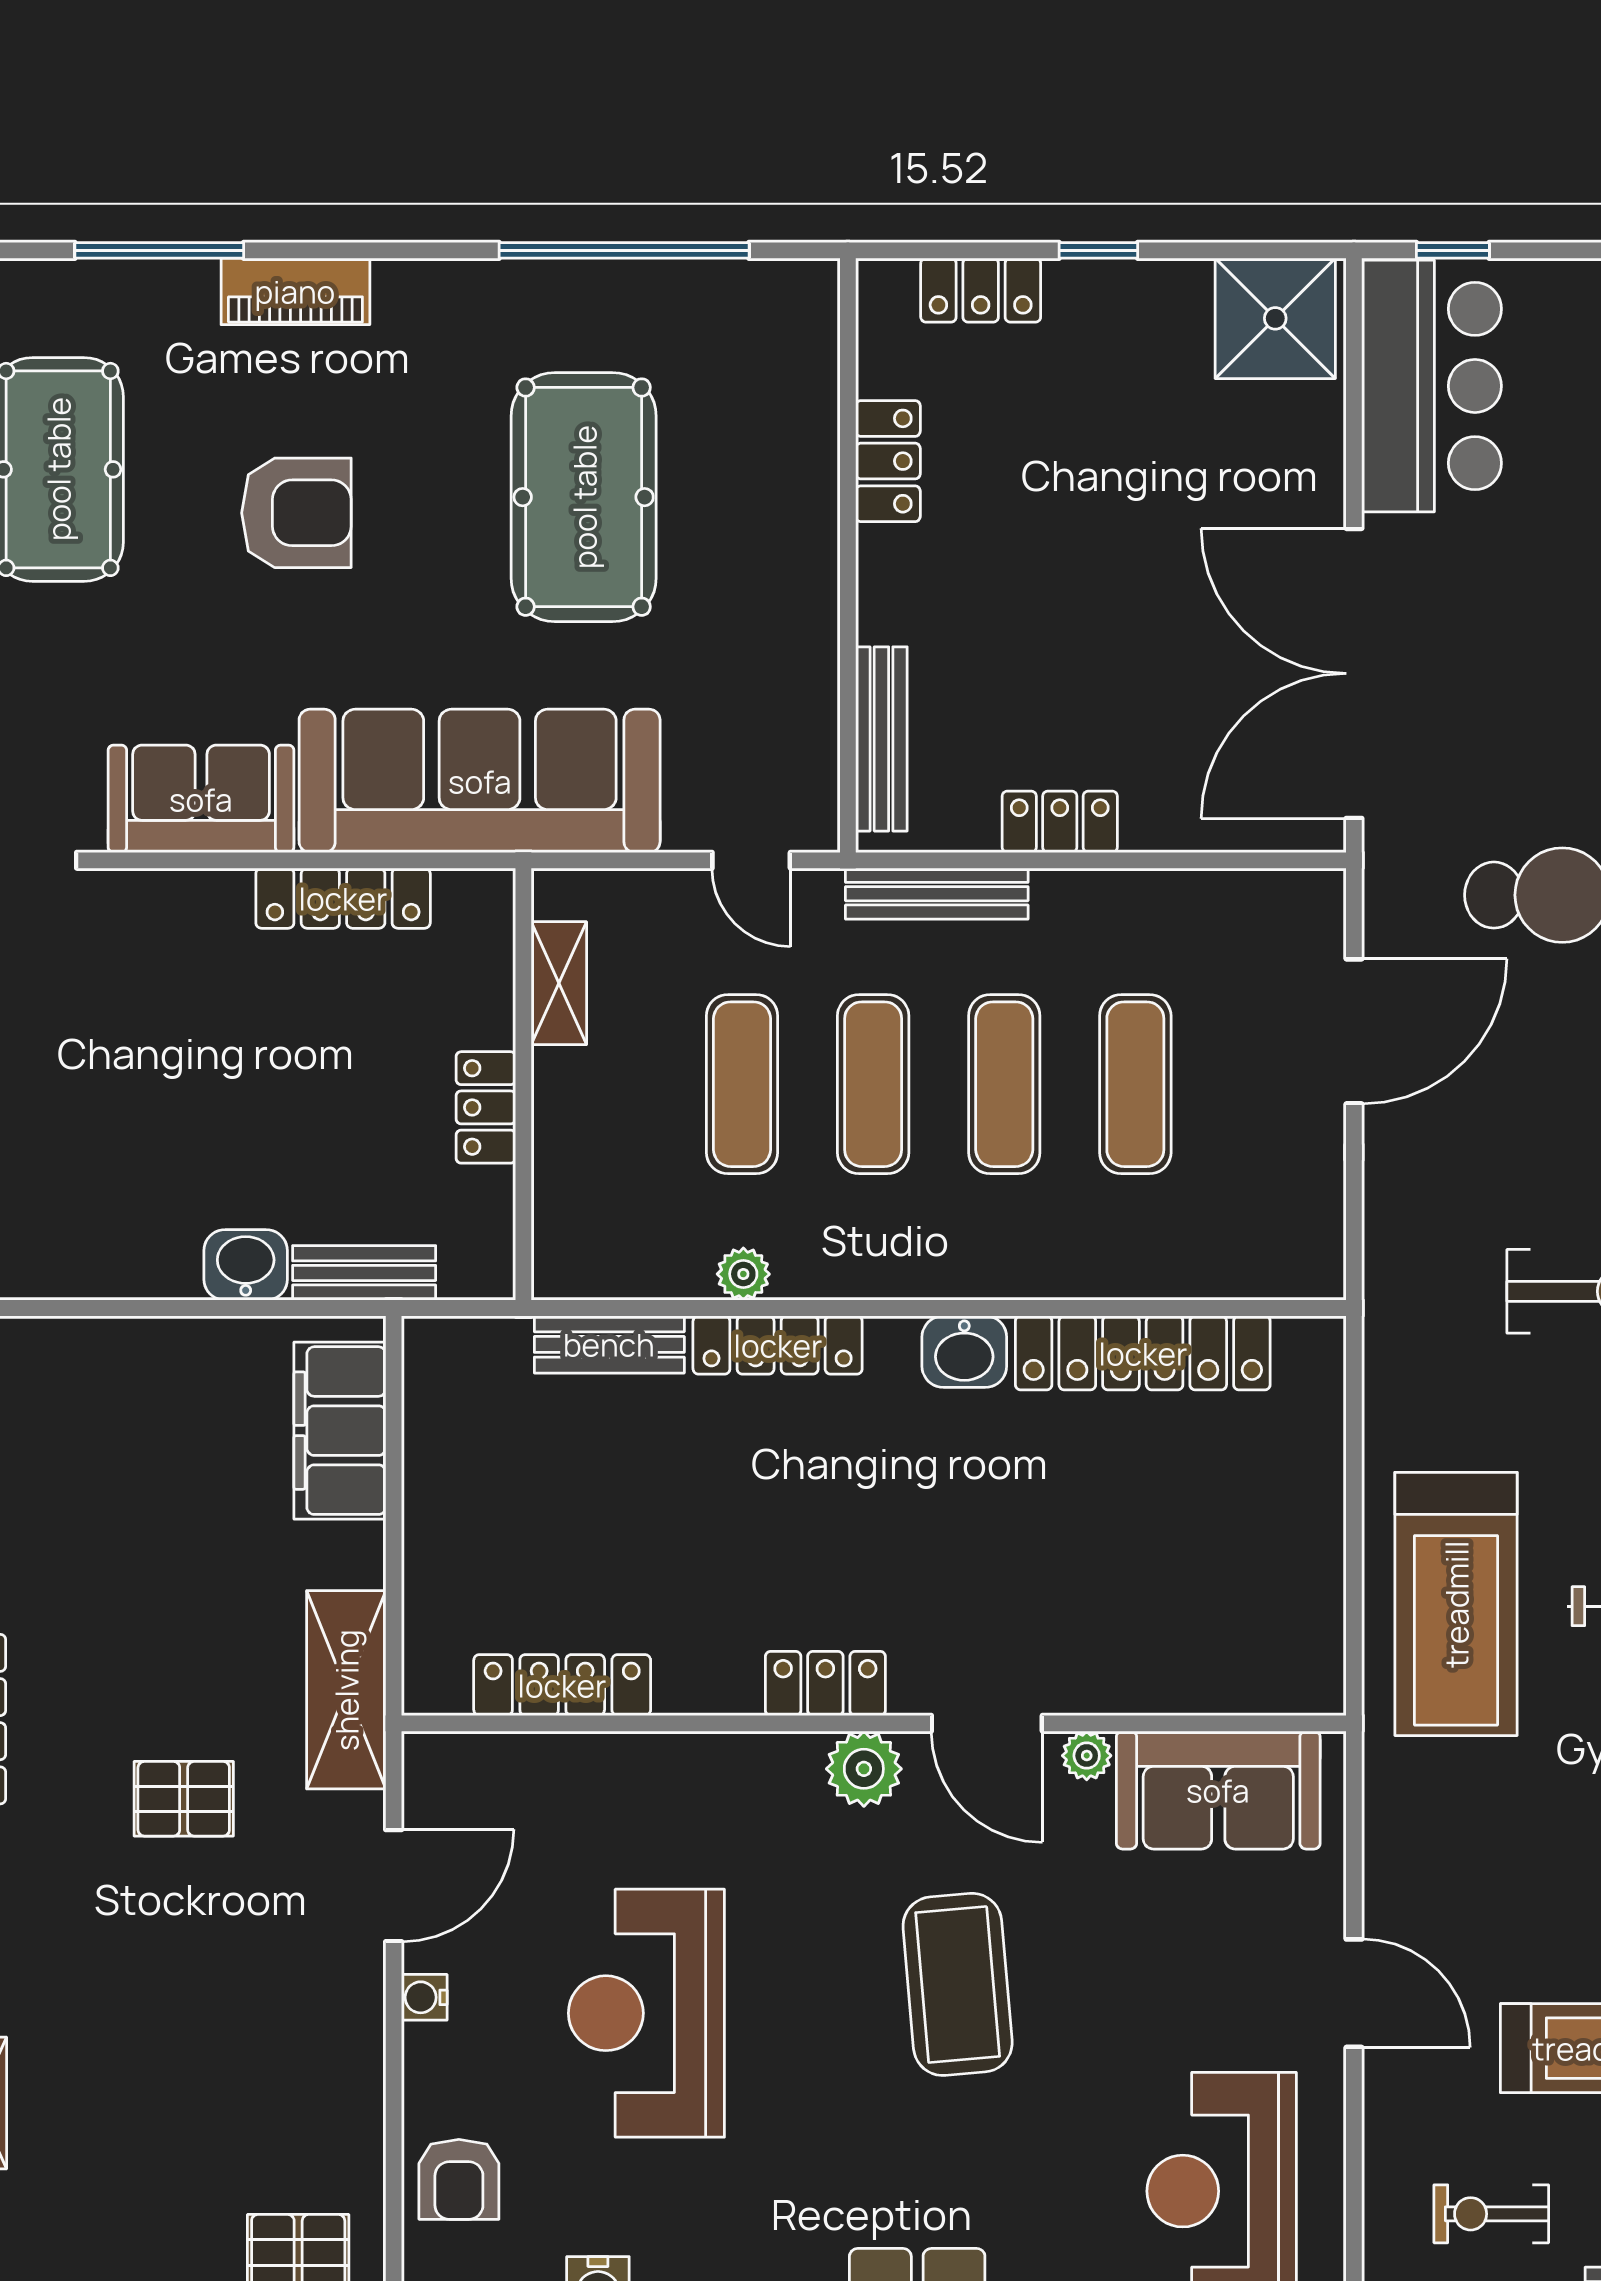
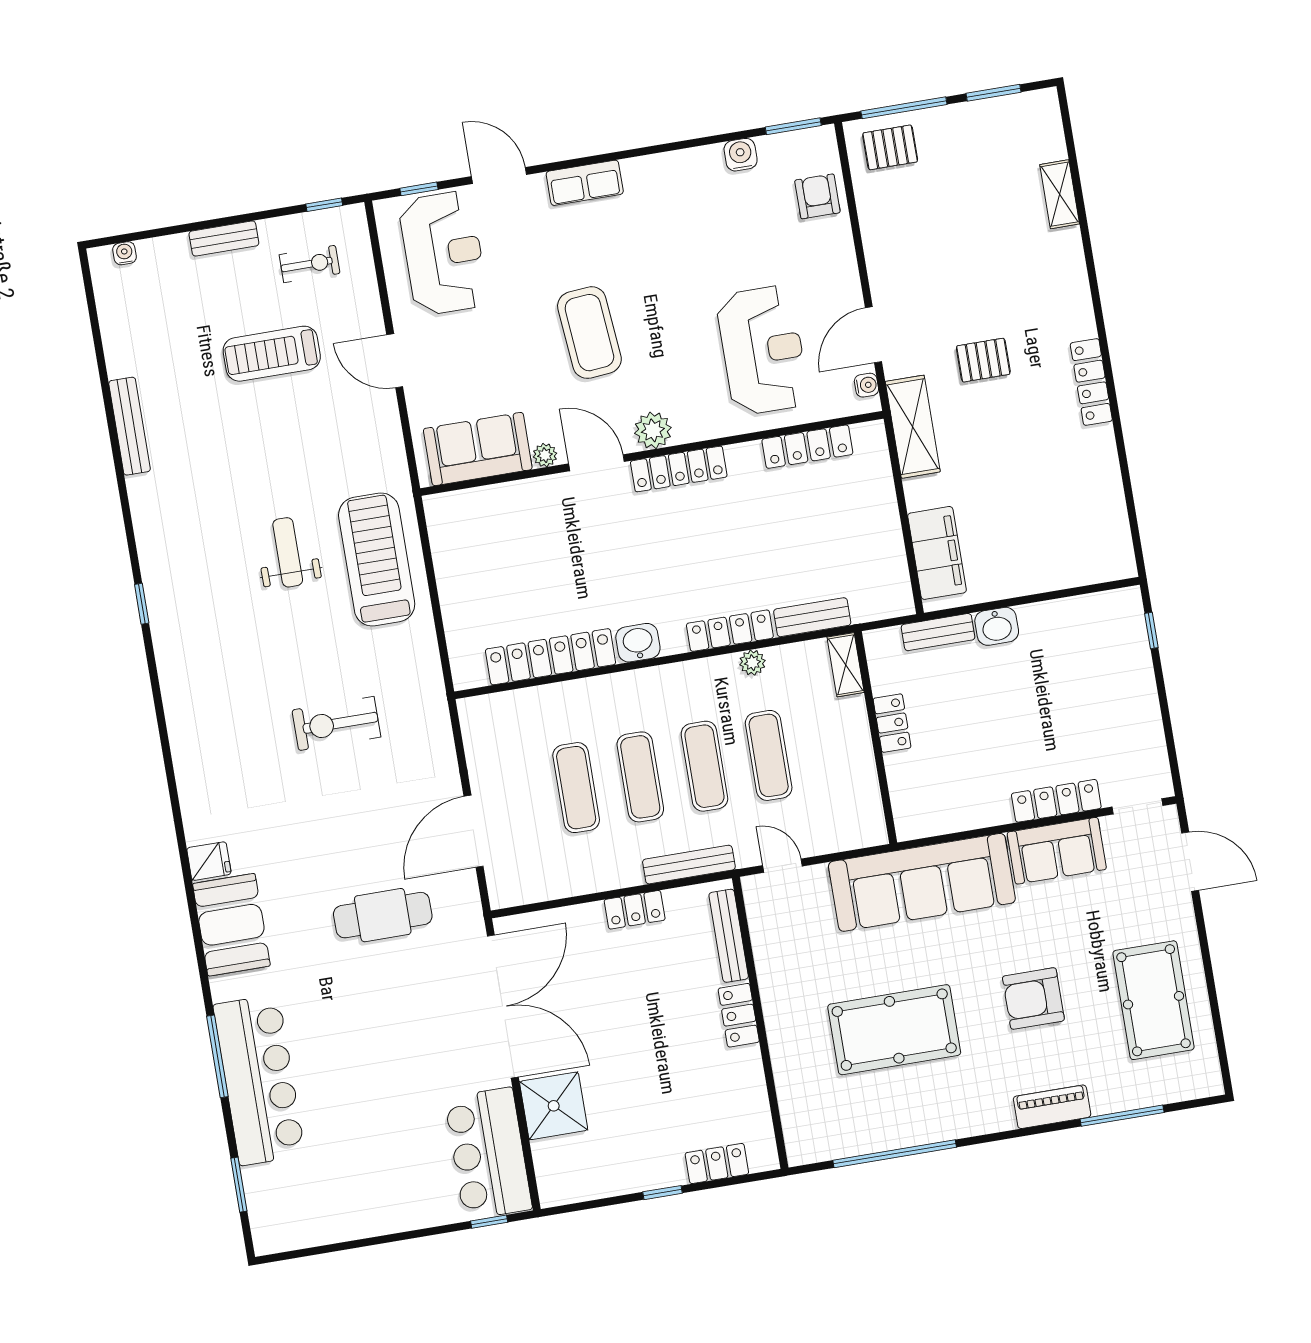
shower: (1275, 318) -> (554, 1106), moved
locker: (888, 461) -> (739, 1015), moved
pool table: (584, 497) -> (894, 1030), turned 90
locker: (343, 898) -> (1056, 801), moved
shelving: (559, 983) -> (846, 665), moved
locker: (825, 1683) -> (679, 469), width x1.53
water cooler: (424, 1997) -> (866, 385), moved
reception desk: (646, 2013) -> (763, 350), moved

